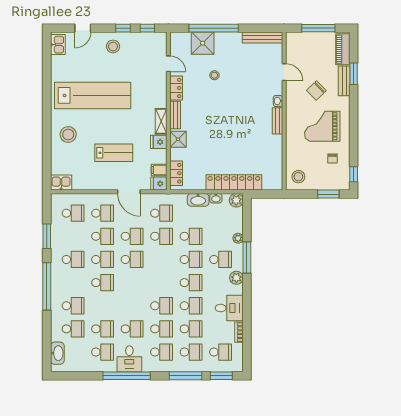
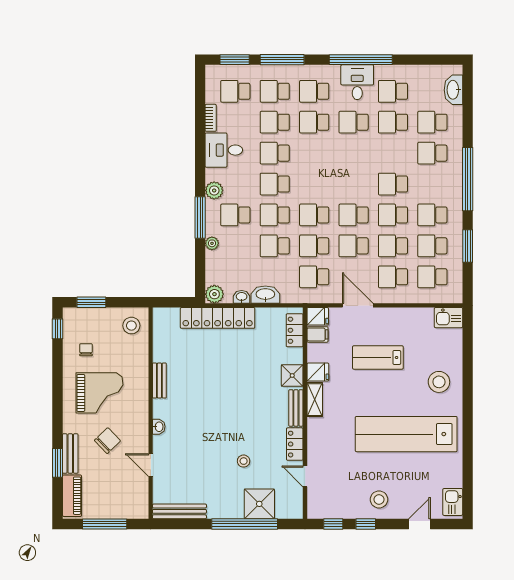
bench: (277, 121) -> (159, 380), moved
school desk: (73, 236) -> (432, 246), added
school desk: (162, 306) -> (314, 215), moved

